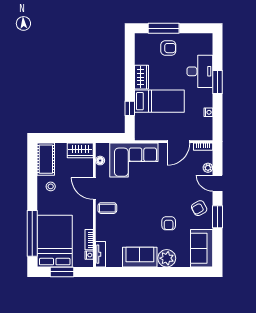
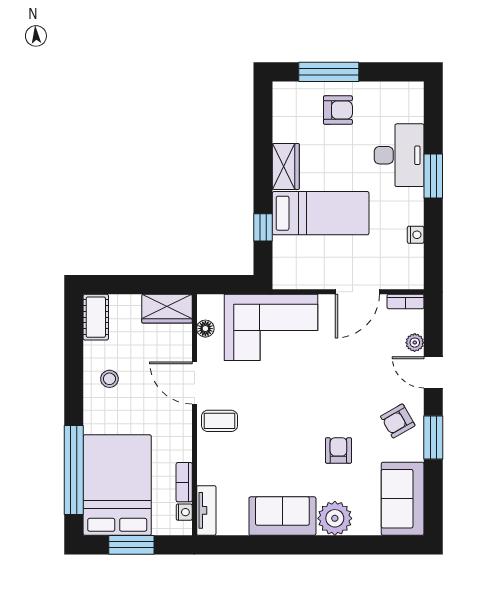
cot: (46, 159) -> (96, 317), width x0.73, depth x0.75
armchair: (169, 223) -> (338, 450), turned 180

